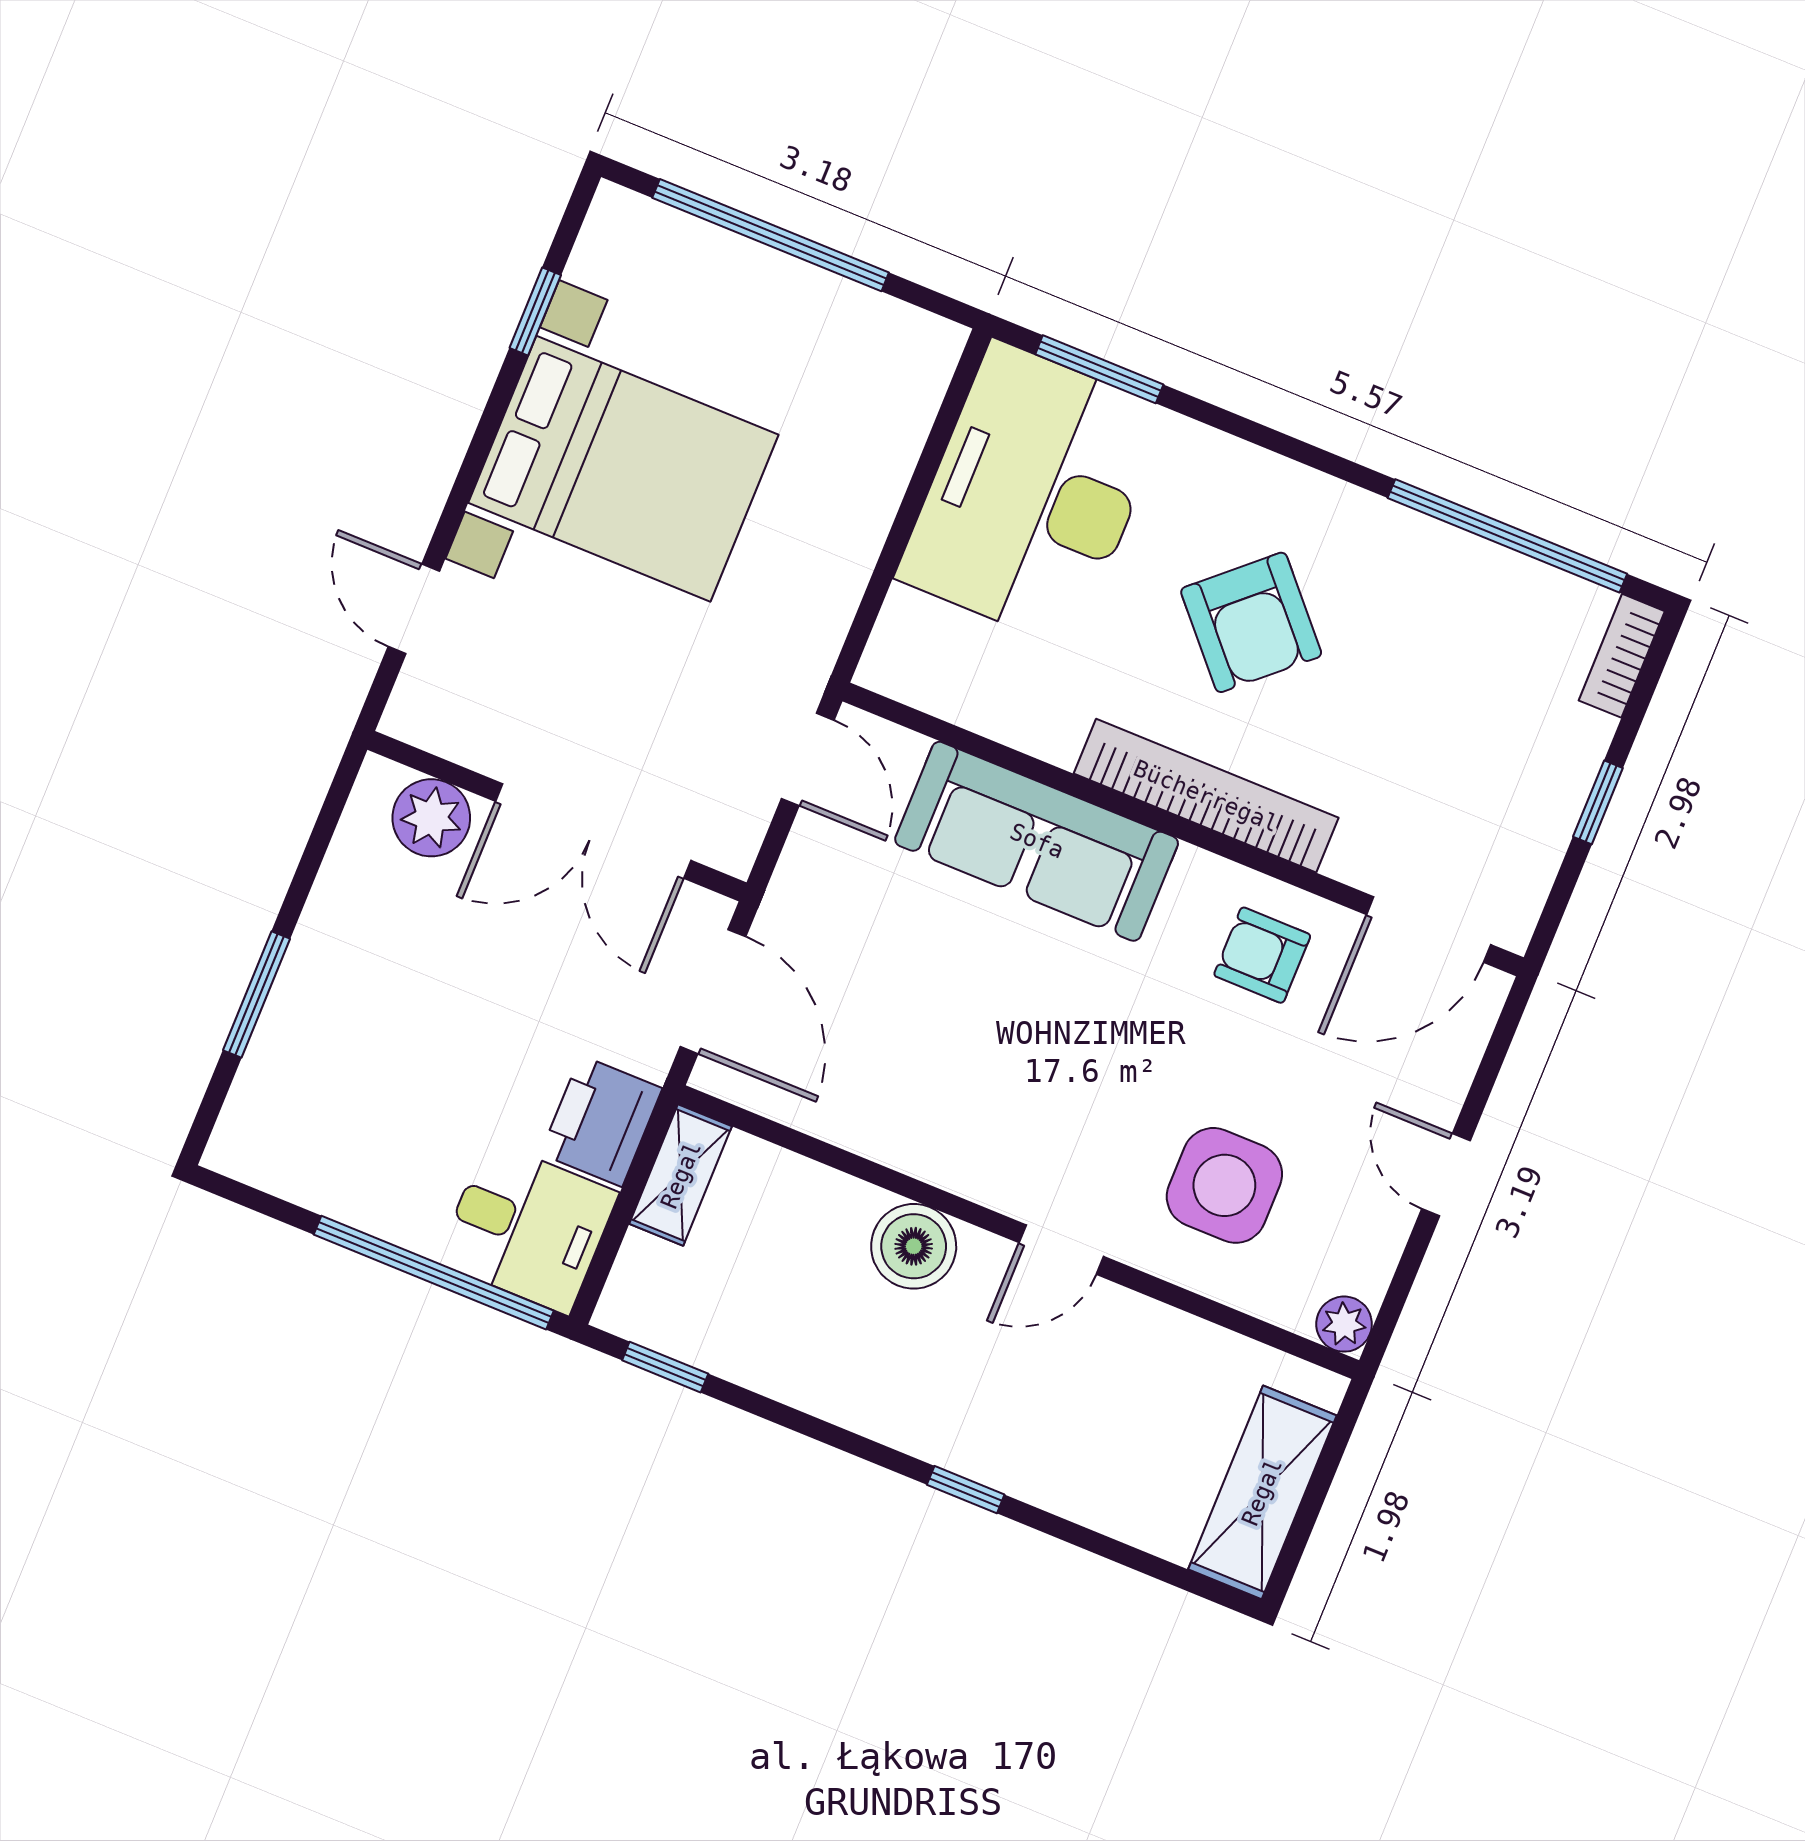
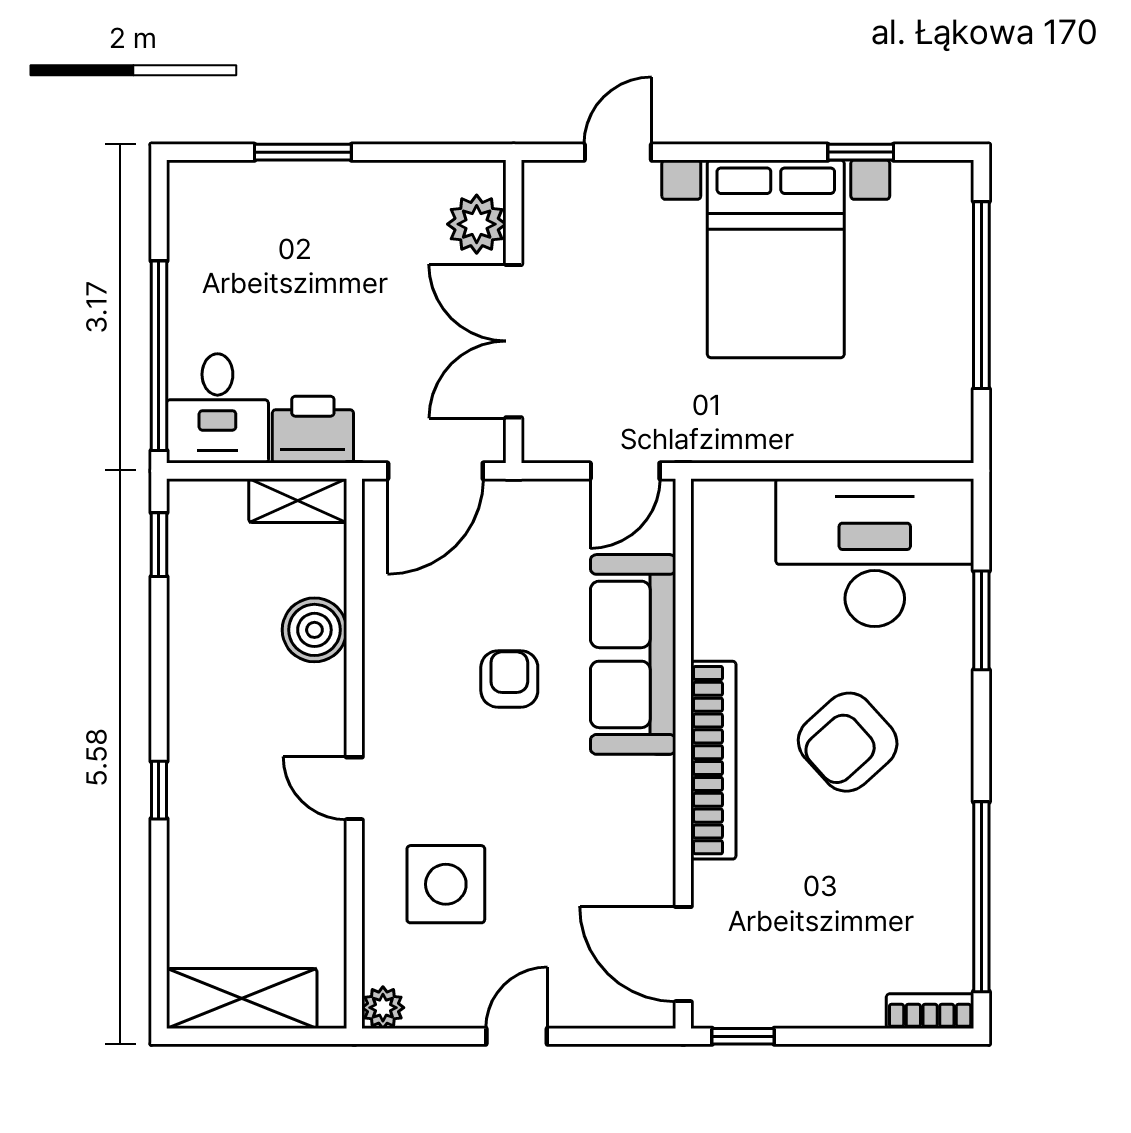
window: (1099, 369) -> (981, 620), moved
window: (1598, 802) -> (743, 1036), moved
armchair: (1262, 955) -> (509, 679), moved
boiler: (914, 1246) -> (314, 630), moved

